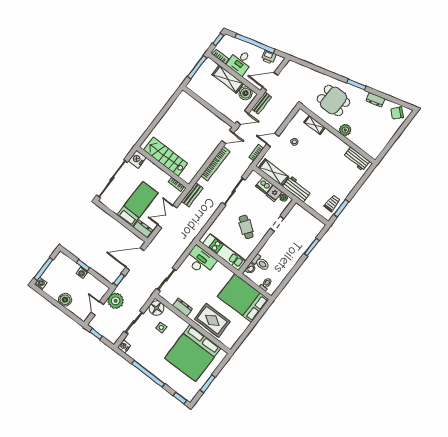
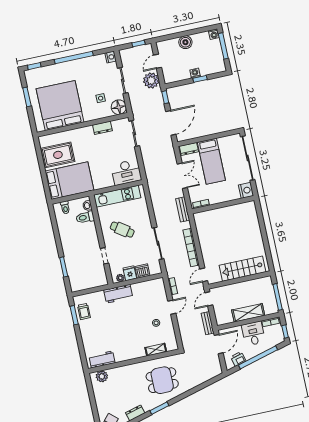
boiler: (246, 93) -> (226, 317), removed
plant: (345, 130) -> (102, 376), moved
stairs: (166, 157) -> (243, 269), moved, turned 180
shelving: (273, 172) -> (146, 287), removed
door: (97, 308) -> (157, 61), swing flipped
rug: (212, 320) -> (58, 155), moved

